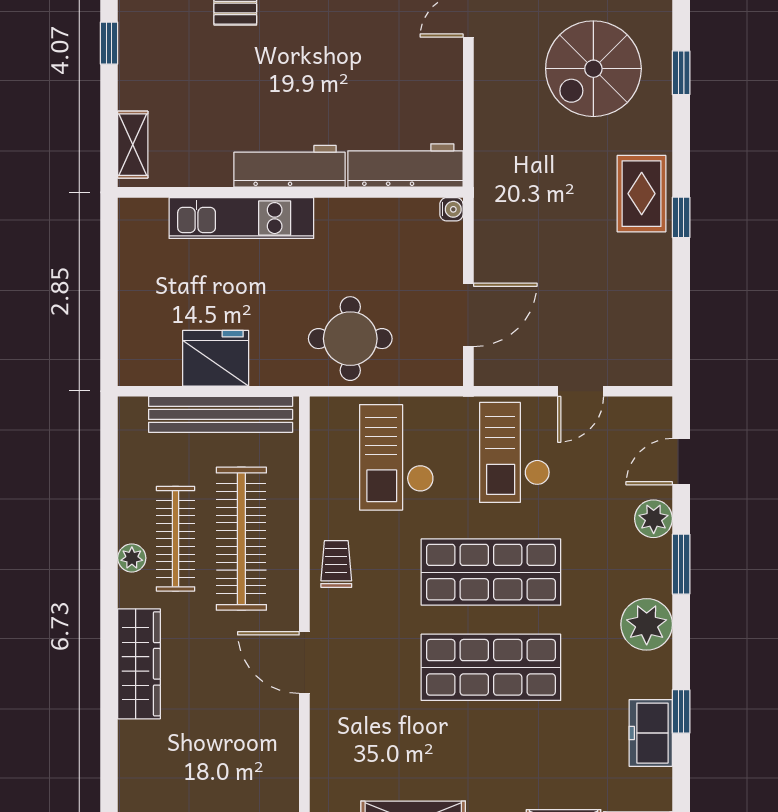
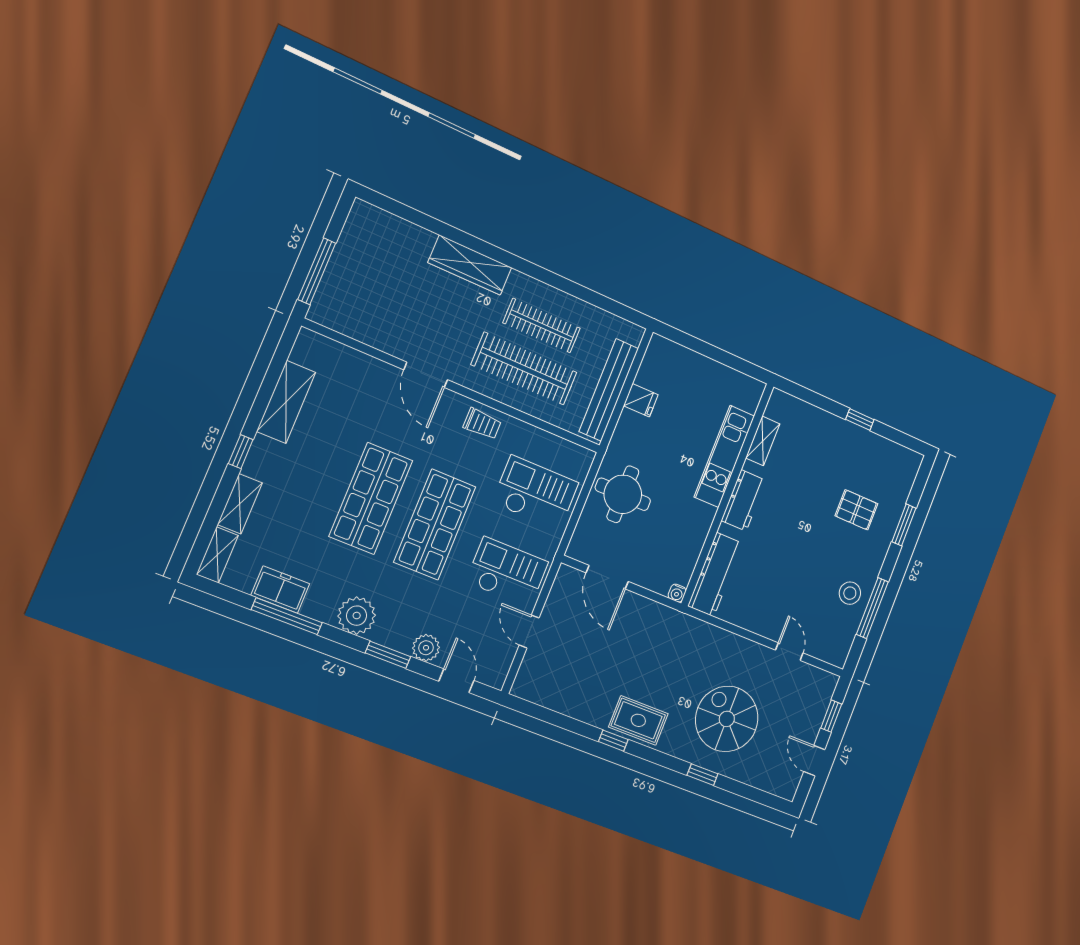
shelving: (133, 145) -> (763, 441), moved, turned 90
workbench: (289, 166) -> (744, 500), width x0.73
fridge: (216, 358) -> (641, 400), width x0.53, depth x0.75
plant: (132, 558) -> (541, 292), removed
door: (304, 663) -> (426, 375), swing flipped
window: (681, 711) -> (287, 616), width x2.17

